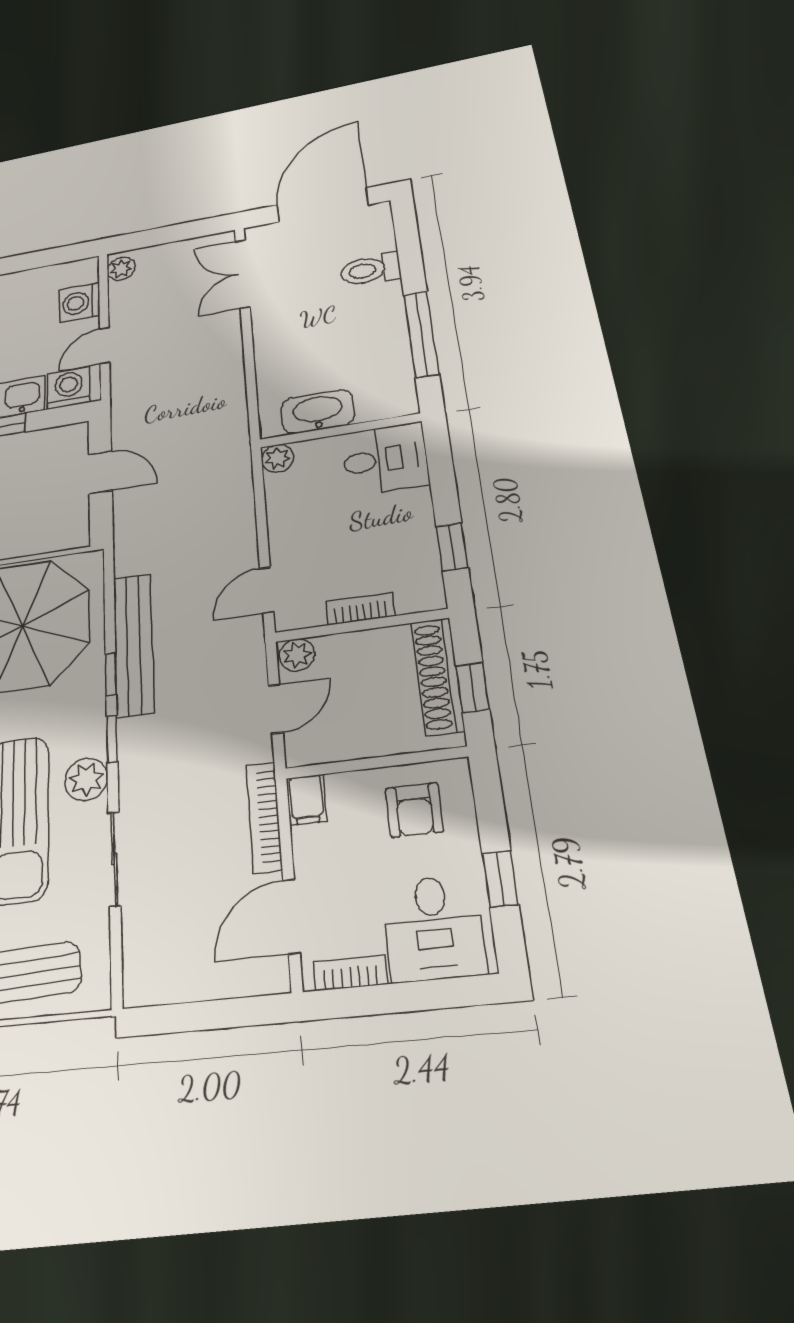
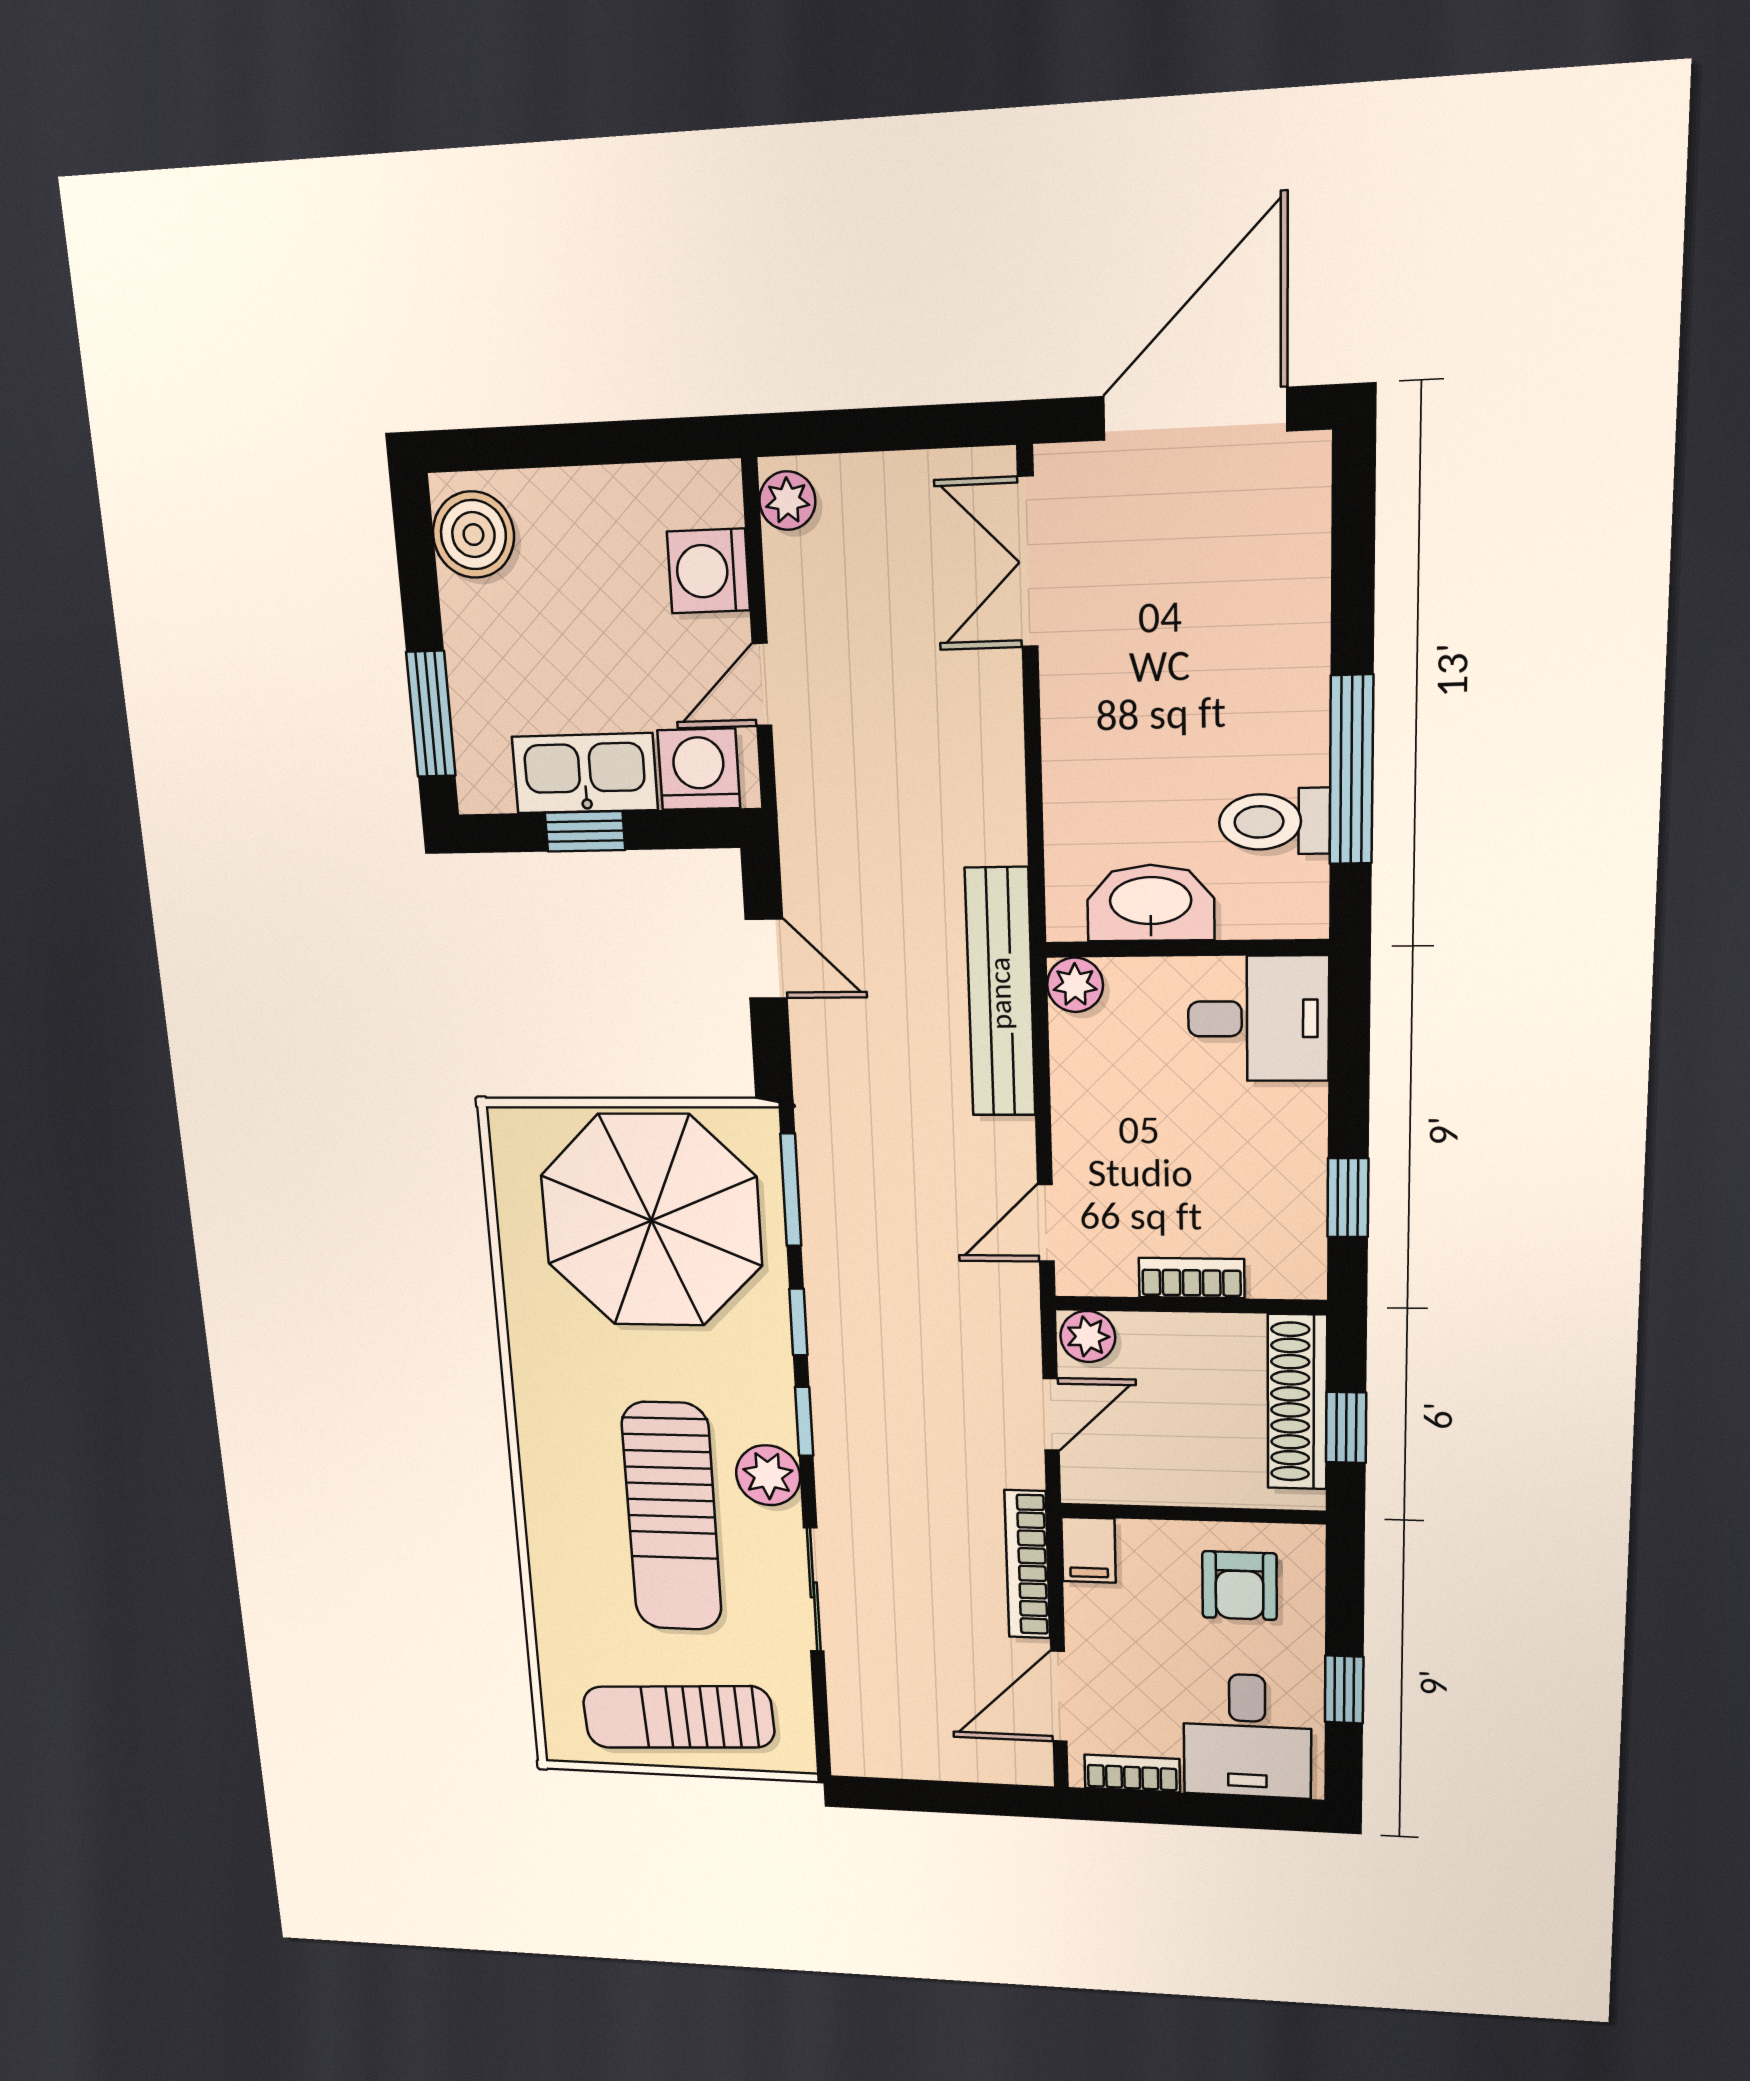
toilet: (370, 270) -> (1274, 822), moved
window: (109, 595) -> (791, 1190), added
bench: (134, 645) -> (1000, 993), moved

